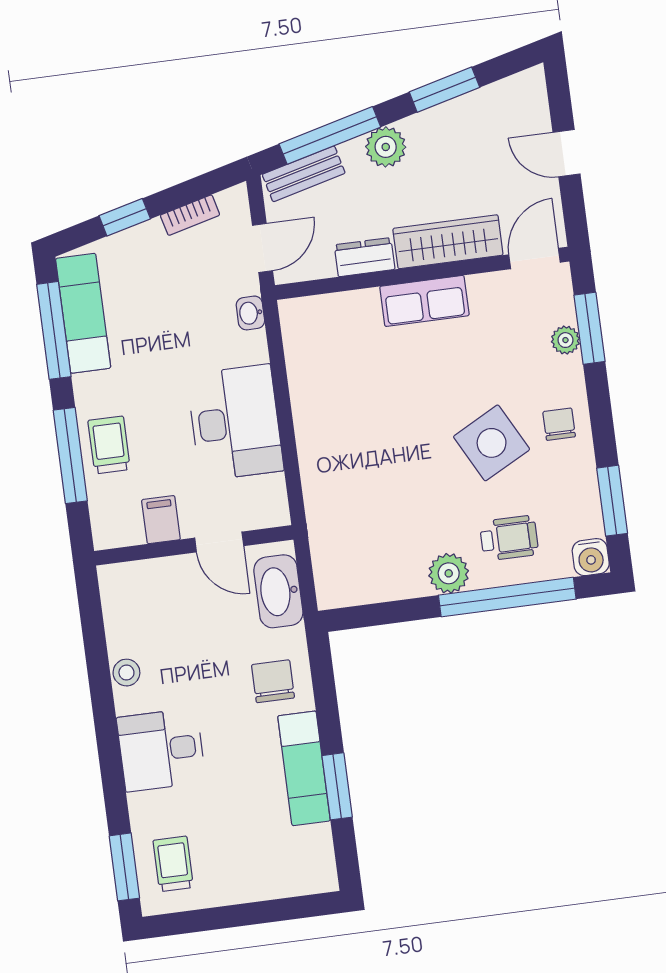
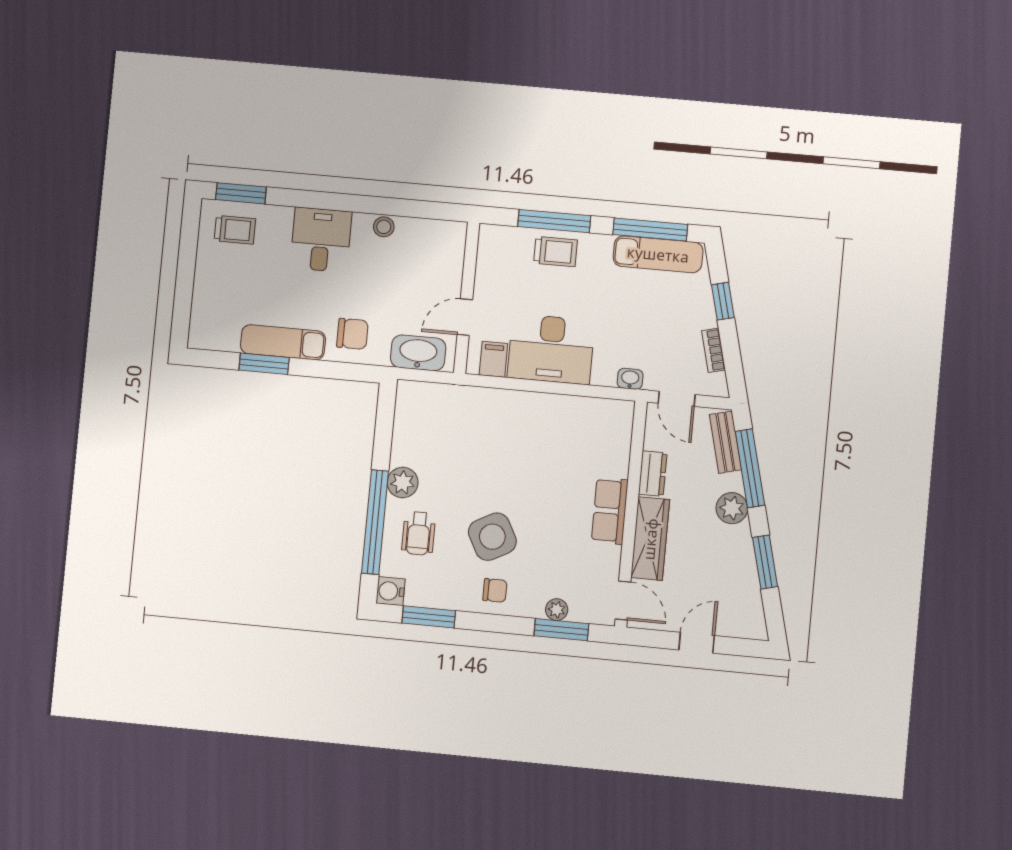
filing cabinet: (161, 520) -> (493, 359), moved, turned -90

